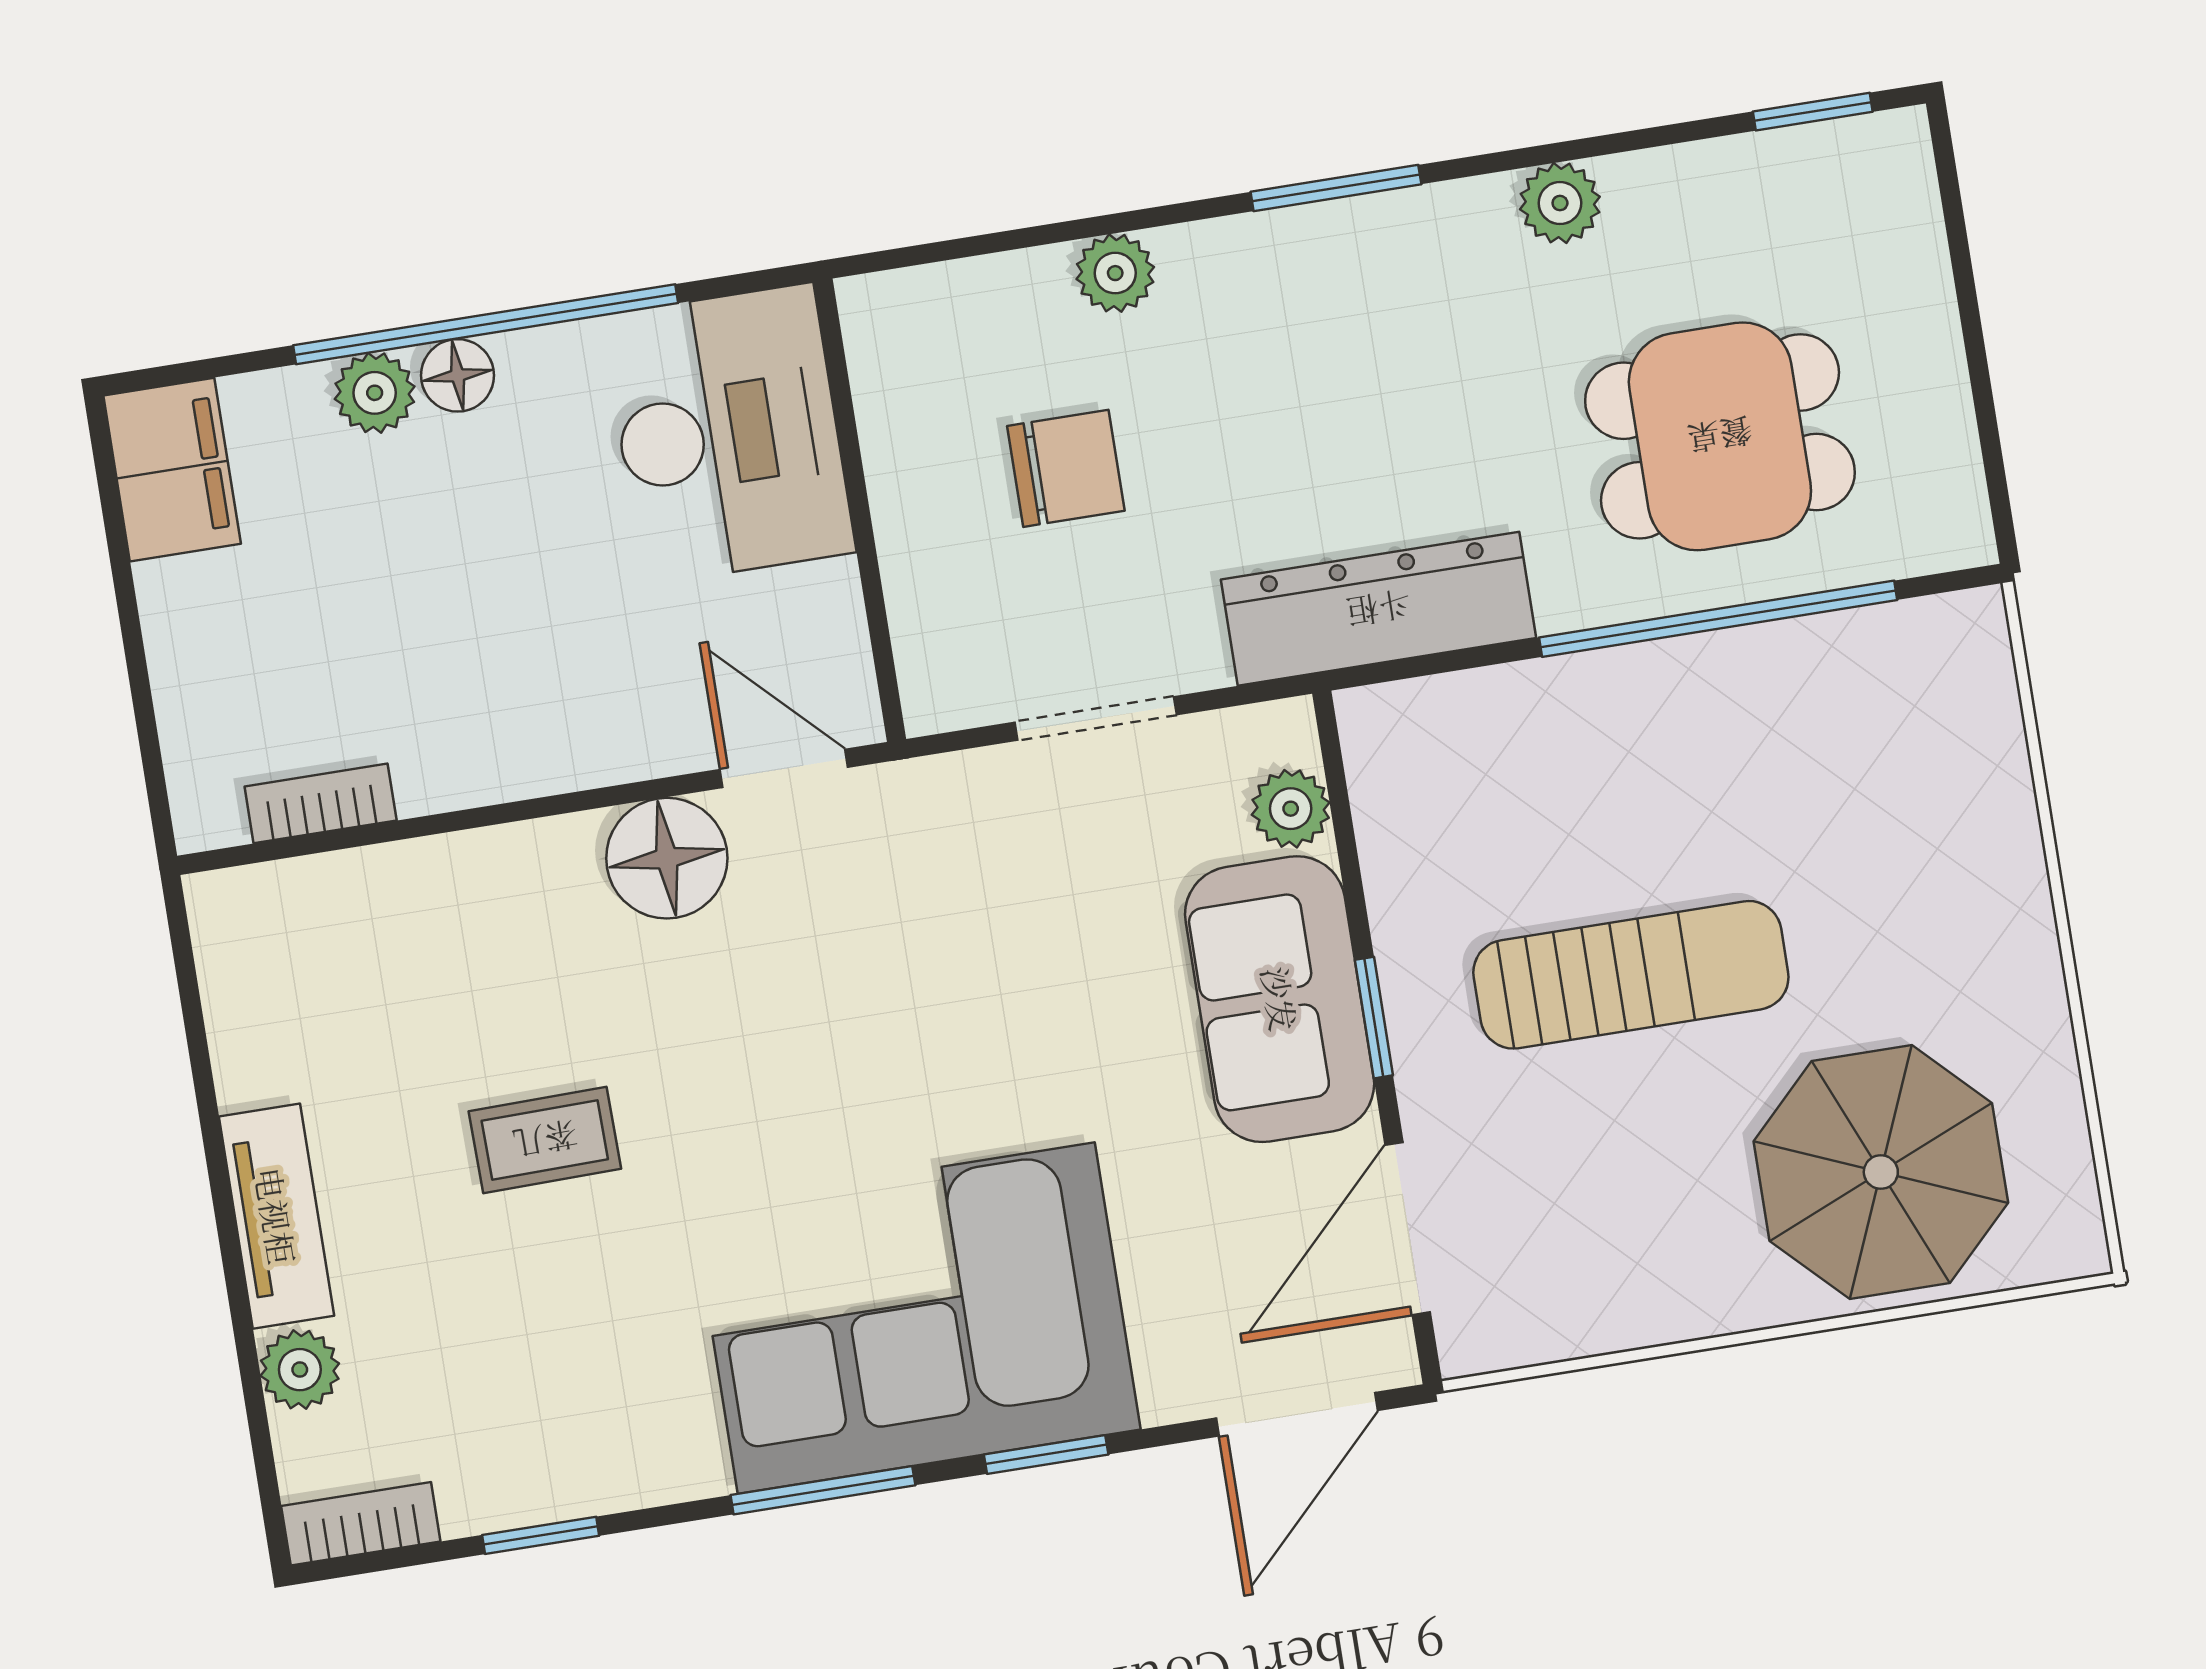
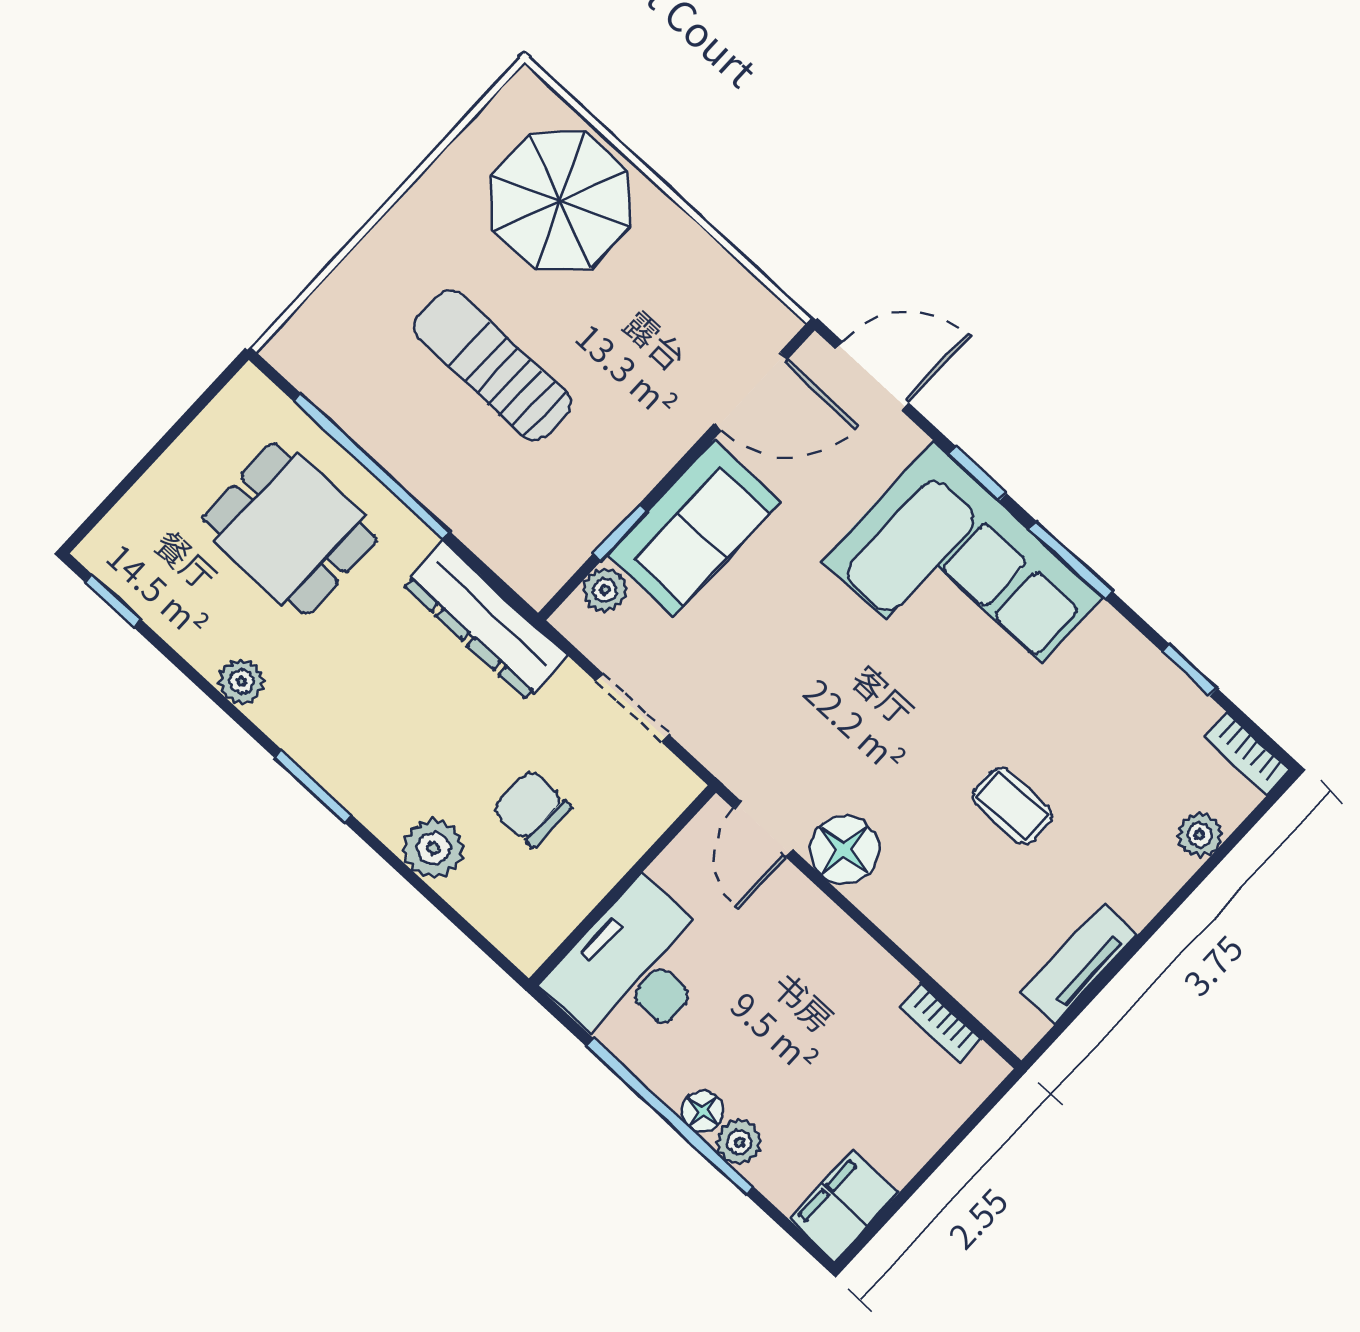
plant: (1115, 273) -> (433, 849), width x1.38, depth x1.38
sun lounger: (1631, 975) -> (492, 365), moved
window: (1374, 1018) -> (620, 533), moved
tv unit: (276, 1216) -> (1080, 963), moved

